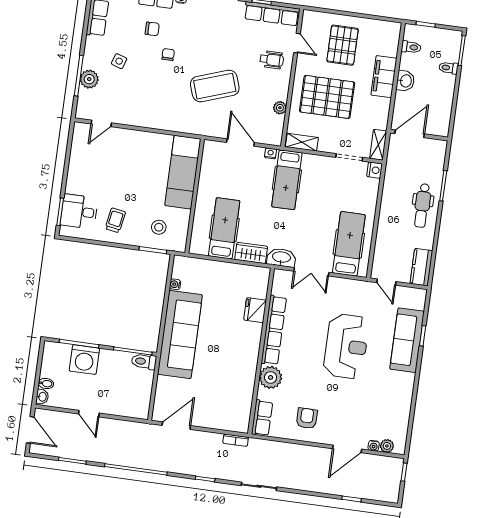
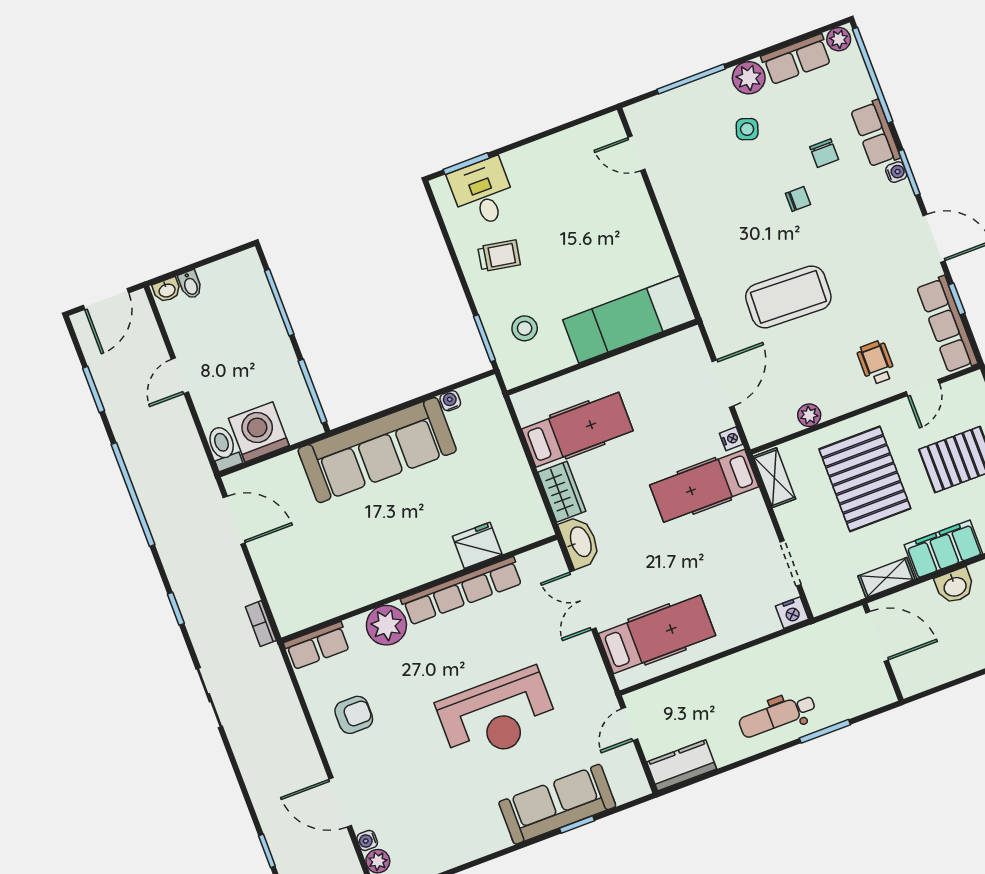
wheelchair: (272, 60) -> (876, 363), turned 180
plant: (89, 79) -> (749, 78), moved
coffee table: (215, 86) -> (788, 297), turned -69
shelving: (378, 145) -> (886, 578), moved
washing machine: (84, 360) -> (259, 432), moved, turned 90
toilet: (144, 361) -> (224, 448), moved

